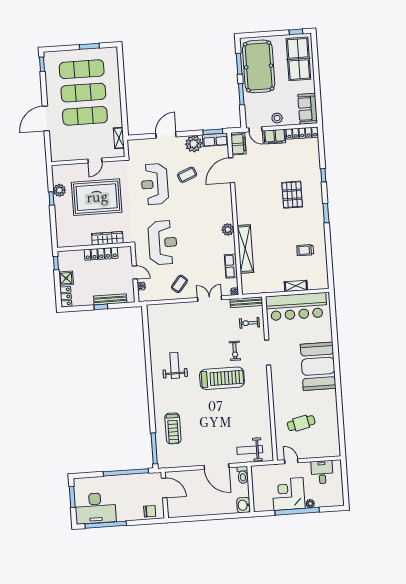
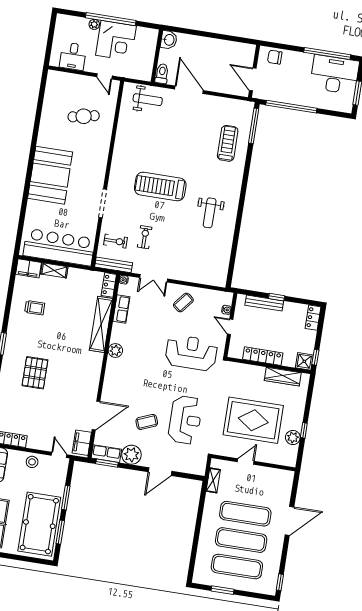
filing cabinet: (275, 137) -> (29, 268), moved, turned 180
wardrobe: (107, 238) -> (283, 377), moved
reception desk: (163, 243) -> (191, 353), turned 90
shower: (66, 278) -> (304, 361), moved
locker: (246, 284) -> (109, 285), added
exercise bike: (235, 351) -> (145, 237), moved

